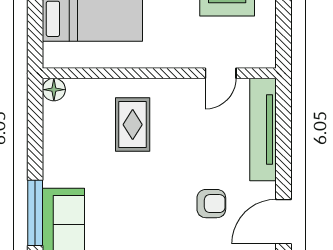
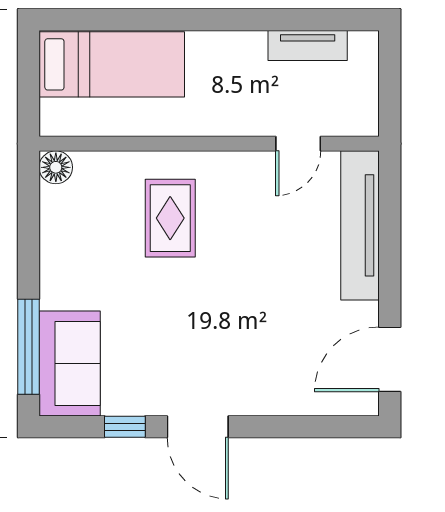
armchair: (211, 204) -> (285, 333), removed

